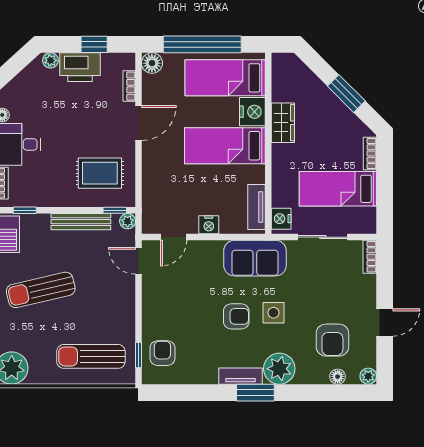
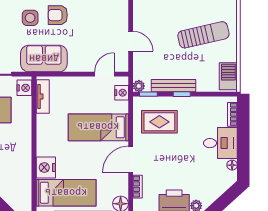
wardrobe: (283, 123) -> (23, 159), removed
bed: (225, 146) -> (98, 127), moved, turned 180
window: (25, 210) -> (182, 94), moved
nightstand: (209, 225) -> (122, 93), moved, turned 90
door: (138, 261) -> (131, 41), moved

